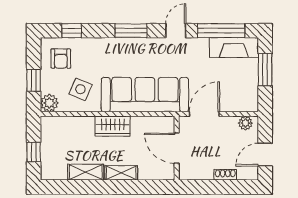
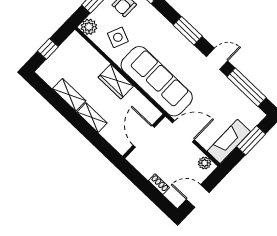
fireplace: (234, 48) -> (229, 141), moved, turned 90

